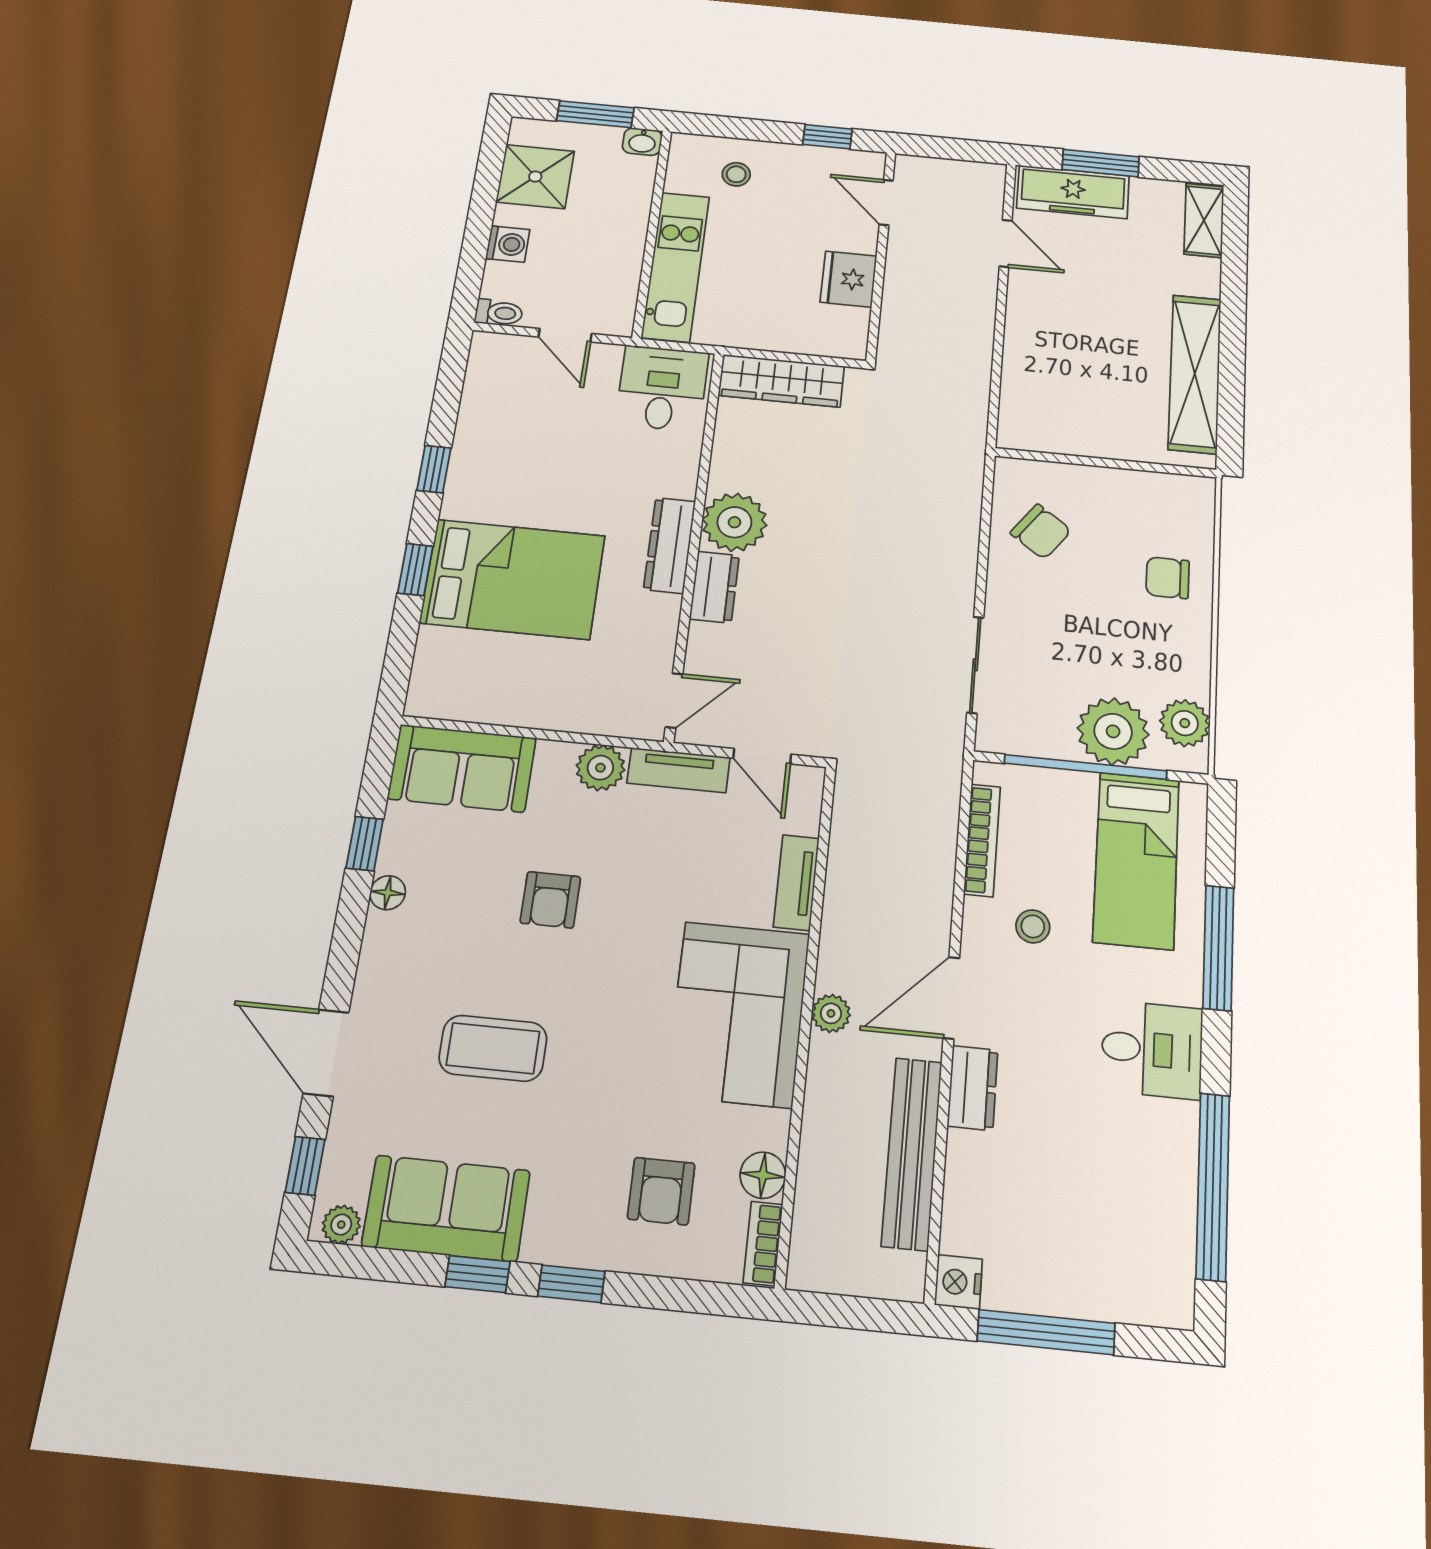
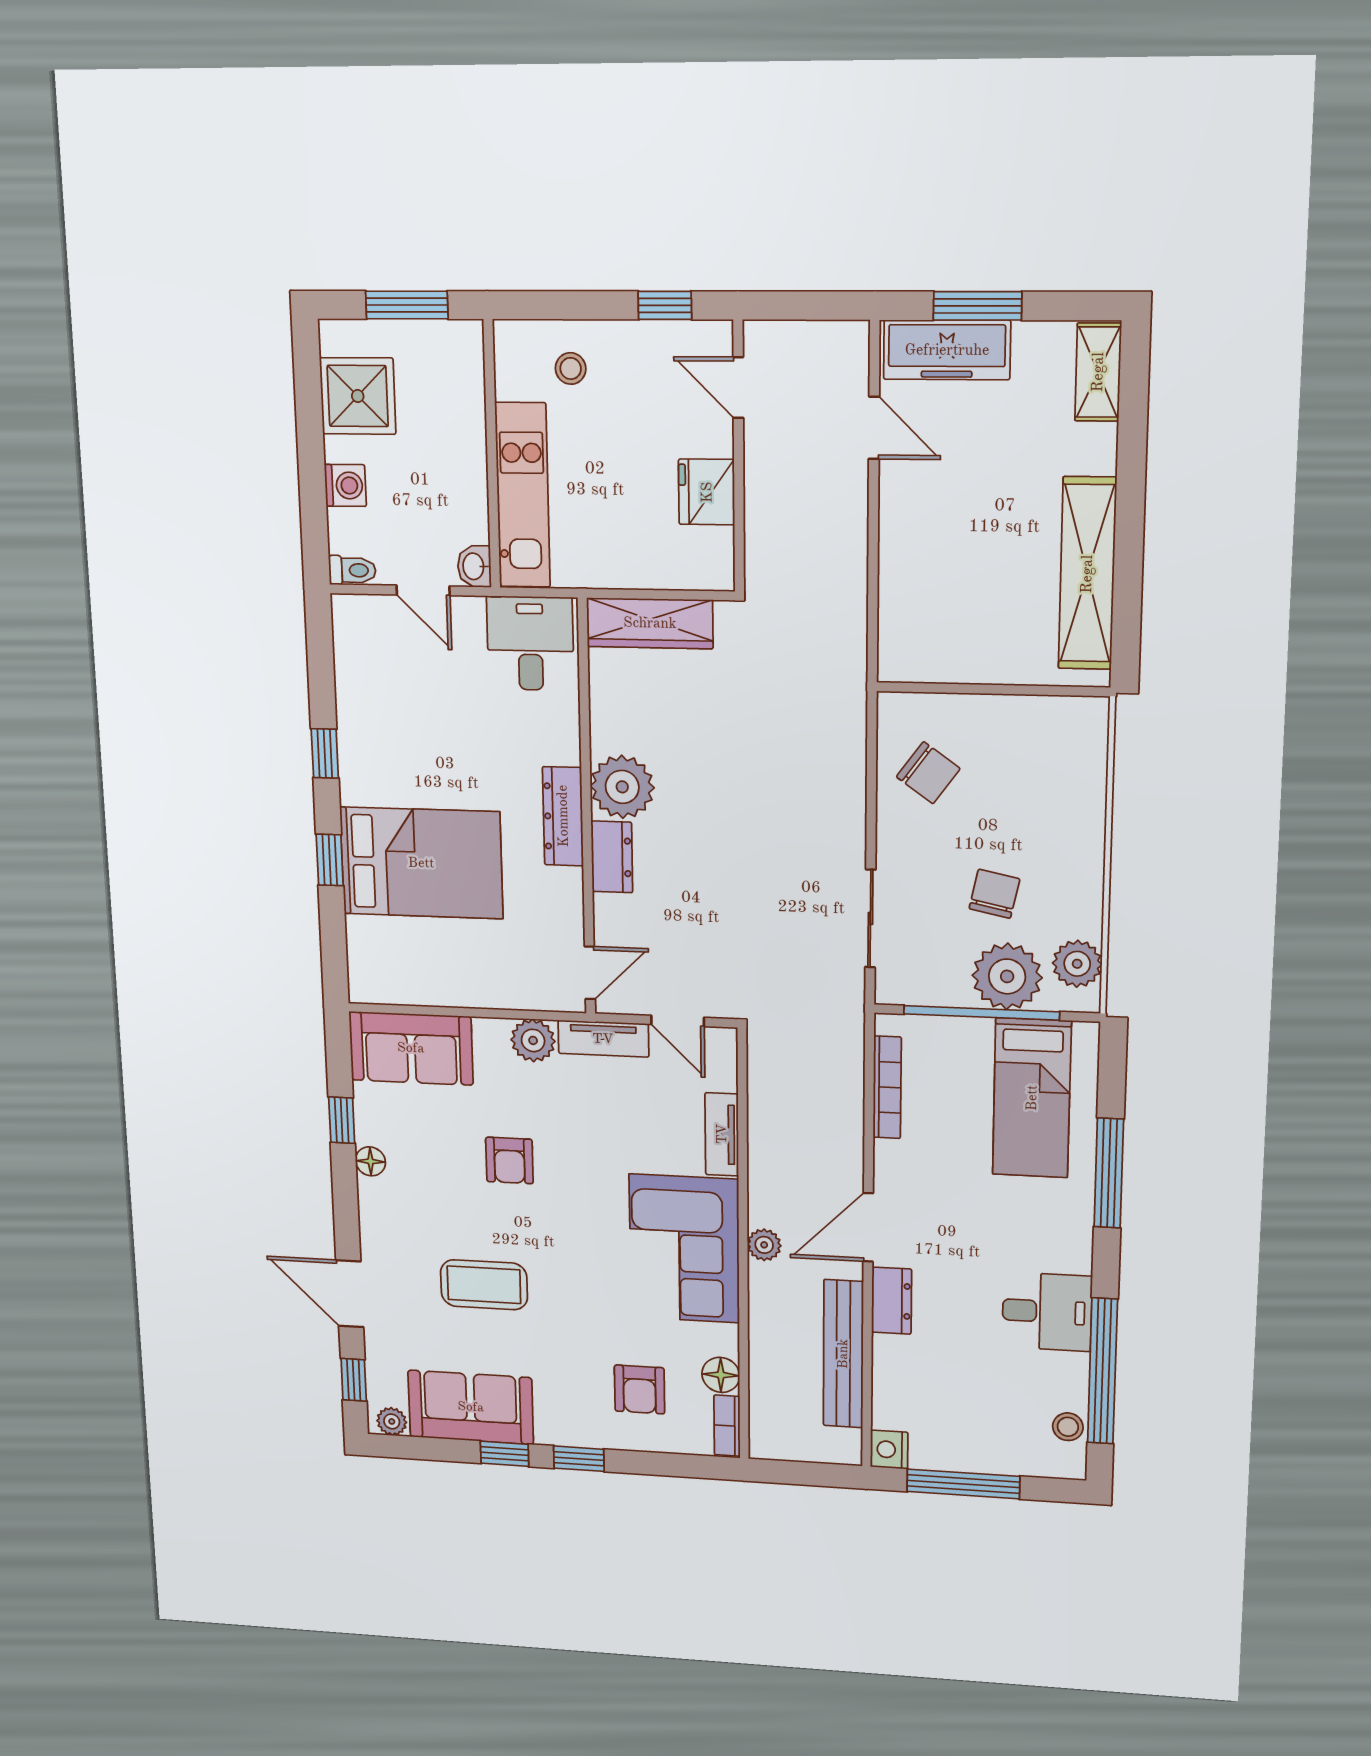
washbasin: (642, 142) -> (474, 566), moved, turned 90
chair: (1168, 578) -> (994, 894), moved, turned 102
stool: (1033, 926) -> (1068, 1427), moved
desk: (1152, 1049) -> (1047, 1312), moved

